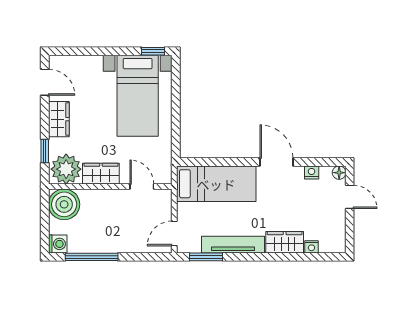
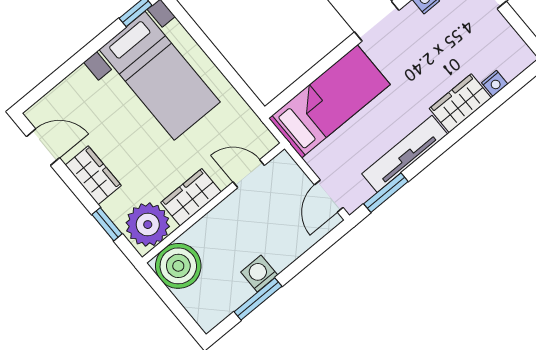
washing machine: (58, 244) -> (259, 274), moved, turned -90
window: (92, 257) -> (258, 299), width x0.69

